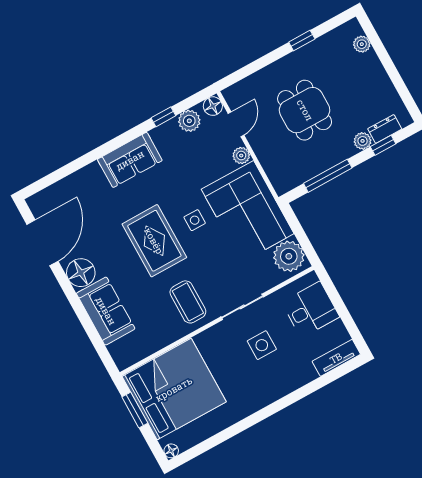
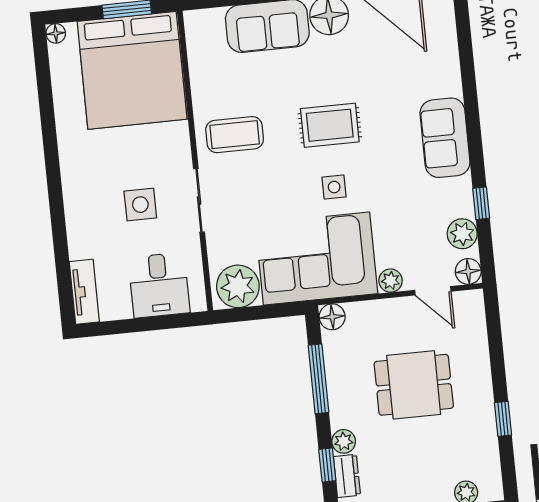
floor lamp: (282, 184) -> (332, 317), added
rug: (154, 241) -> (330, 125), width x0.73, depth x0.70

